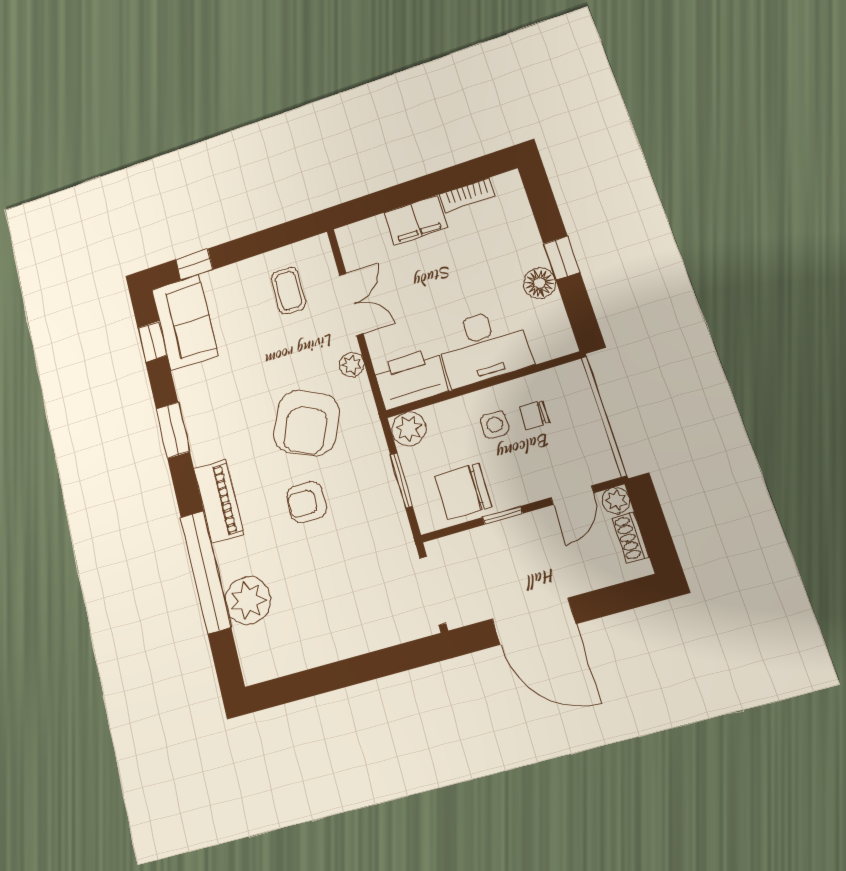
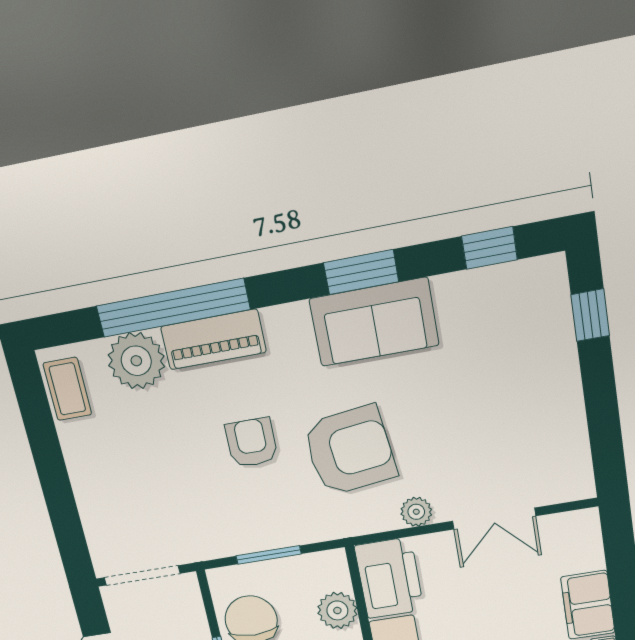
coffee table: (288, 291) -> (67, 389), moved, turned 90
sofa: (185, 323) -> (374, 322), moved
armchair: (307, 423) -> (350, 451), turned 149
plant: (409, 429) -> (337, 610), moved
piano: (219, 501) -> (213, 339), moved

